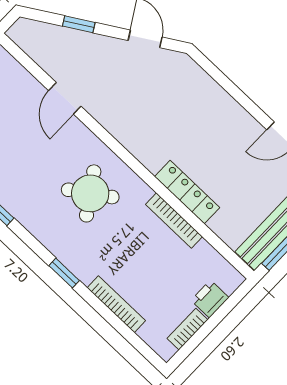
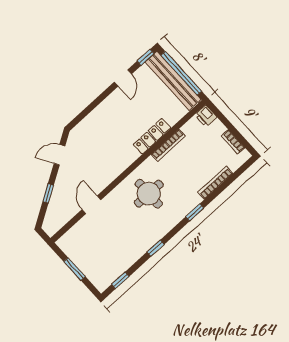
door: (65, 98) -> (91, 205), swing flipped
round table: (90, 193) -> (149, 194), turned 34
printer: (210, 299) -> (206, 116), moved

